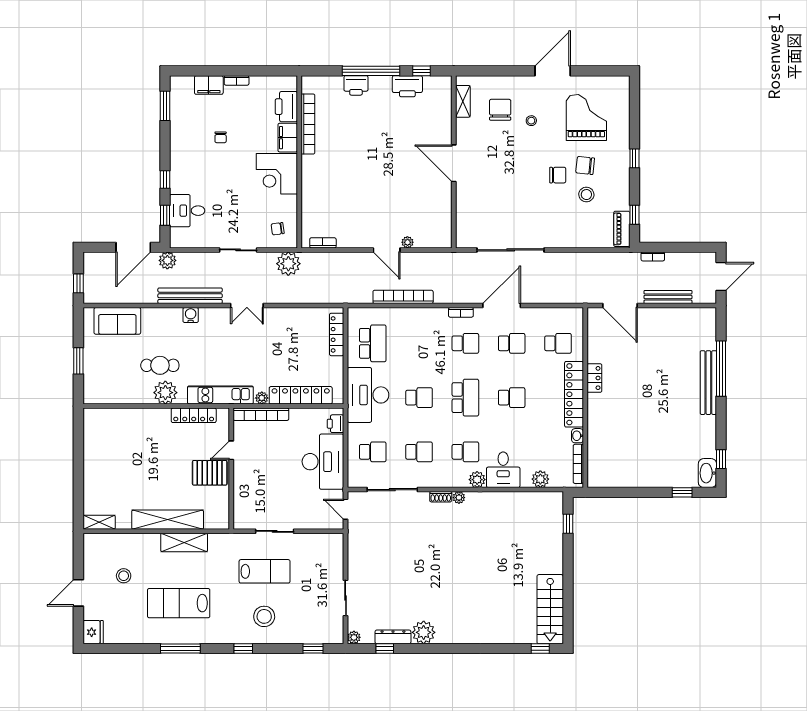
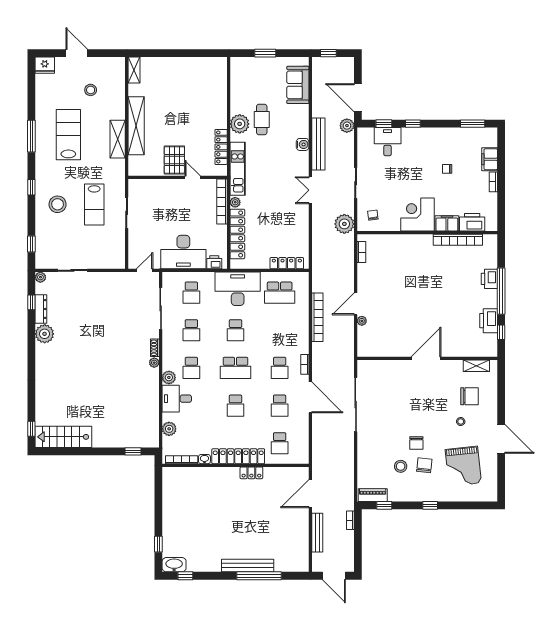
grand piano: (586, 117) -> (463, 466), turned 84

